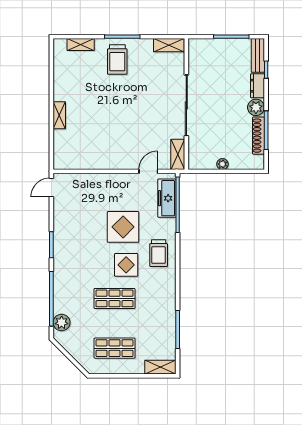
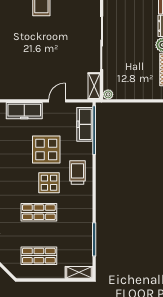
plant: (222, 164) -> (108, 94), moved
door: (148, 171) -> (57, 101), moved
freezer: (98, 183) -> (24, 111), added
trolley: (159, 253) -> (77, 173), turned 180

